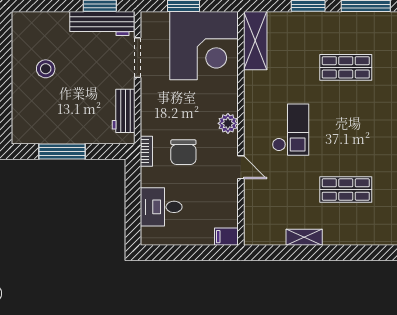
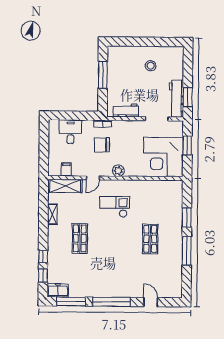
shelving: (255, 41) -> (65, 186), moved
checkout: (290, 130) -> (115, 207), turned 180
filing cabinet: (226, 237) -> (66, 169), moved
window: (377, 253) -> (43, 256), added

